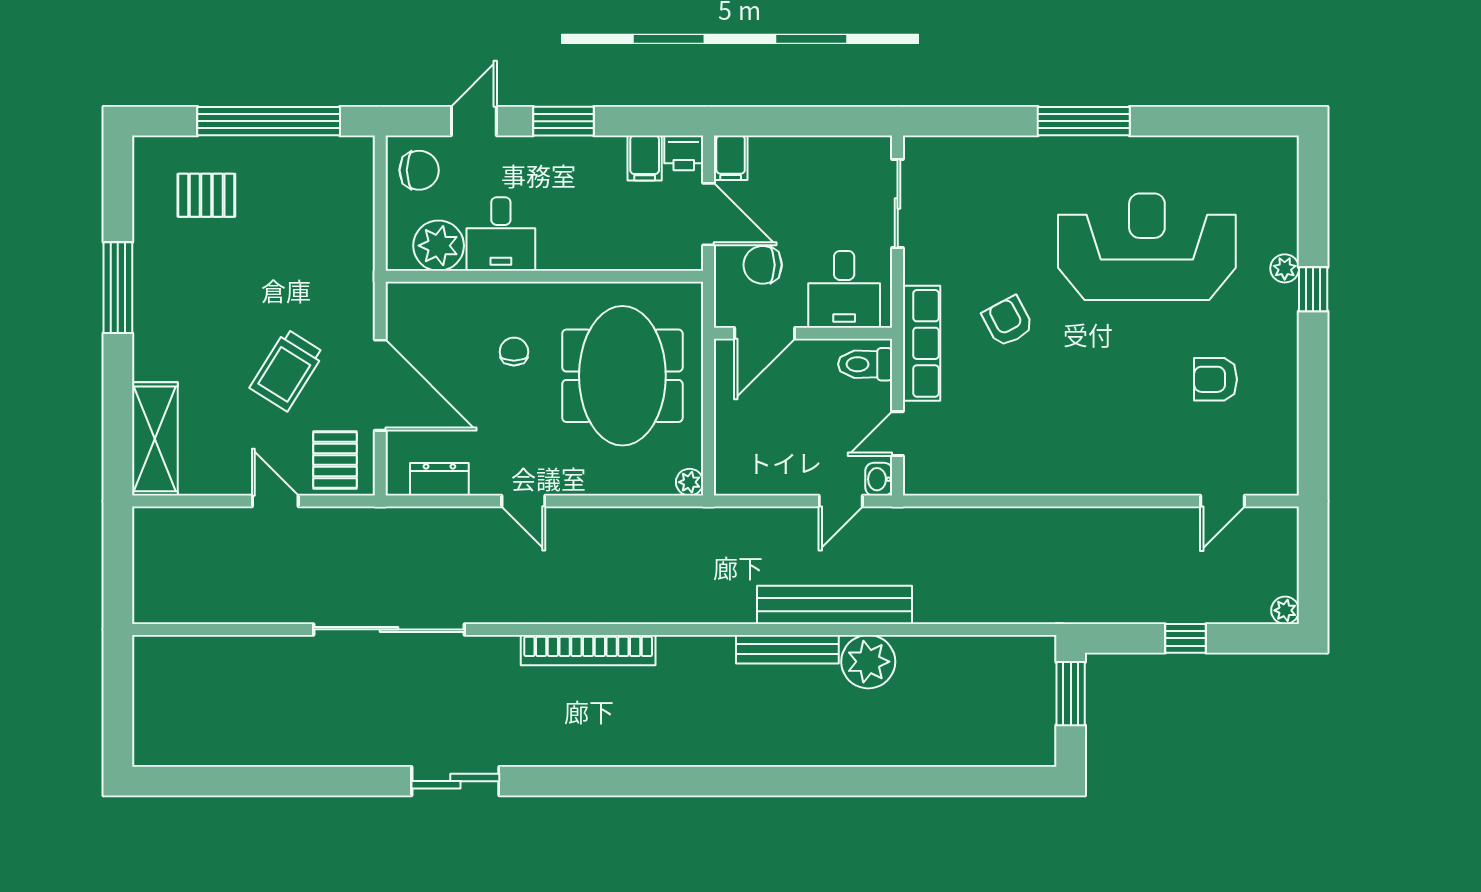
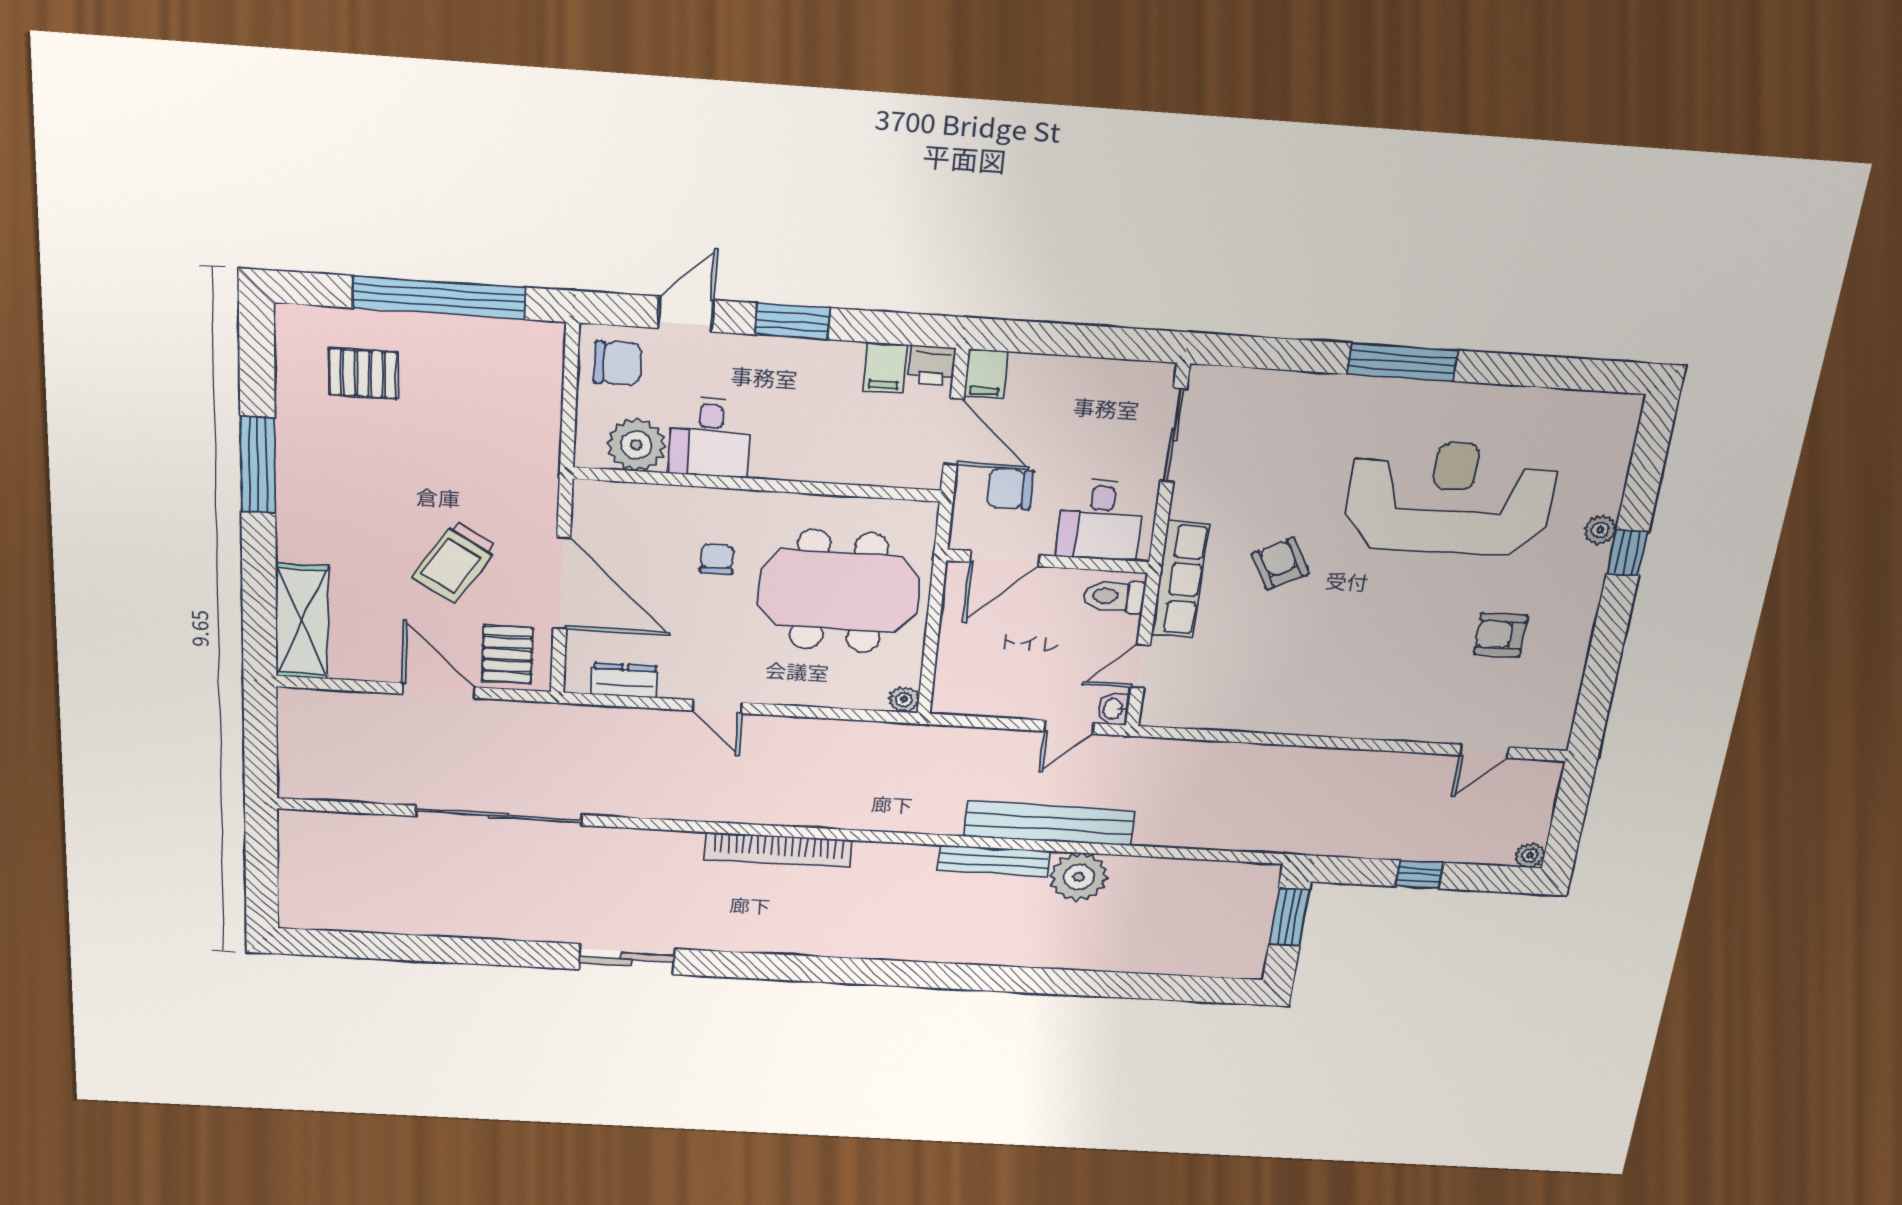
meeting table: (622, 376) -> (839, 591), turned 90
door: (275, 501) -> (439, 690), width x1.38
sliding door: (389, 629) -> (499, 815), moved

